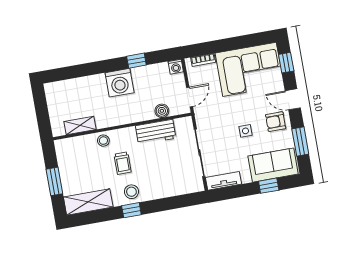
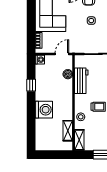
washing machine: (120, 83) -> (44, 110), moved
door: (190, 97) -> (62, 54), hinge flipped
shelving: (70, 144) -> (79, 140), added

